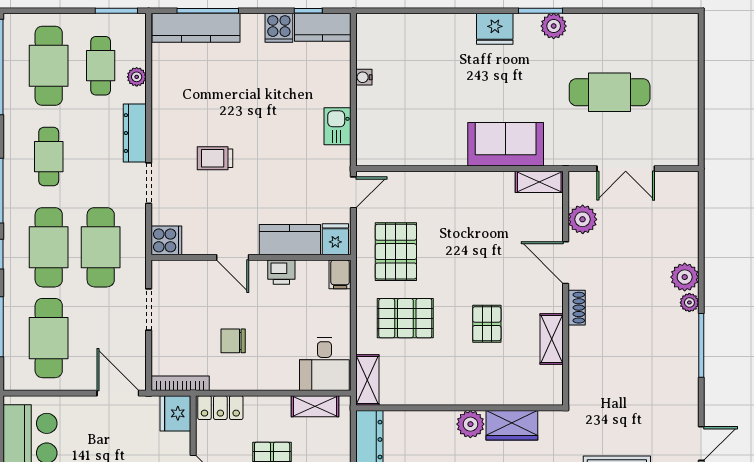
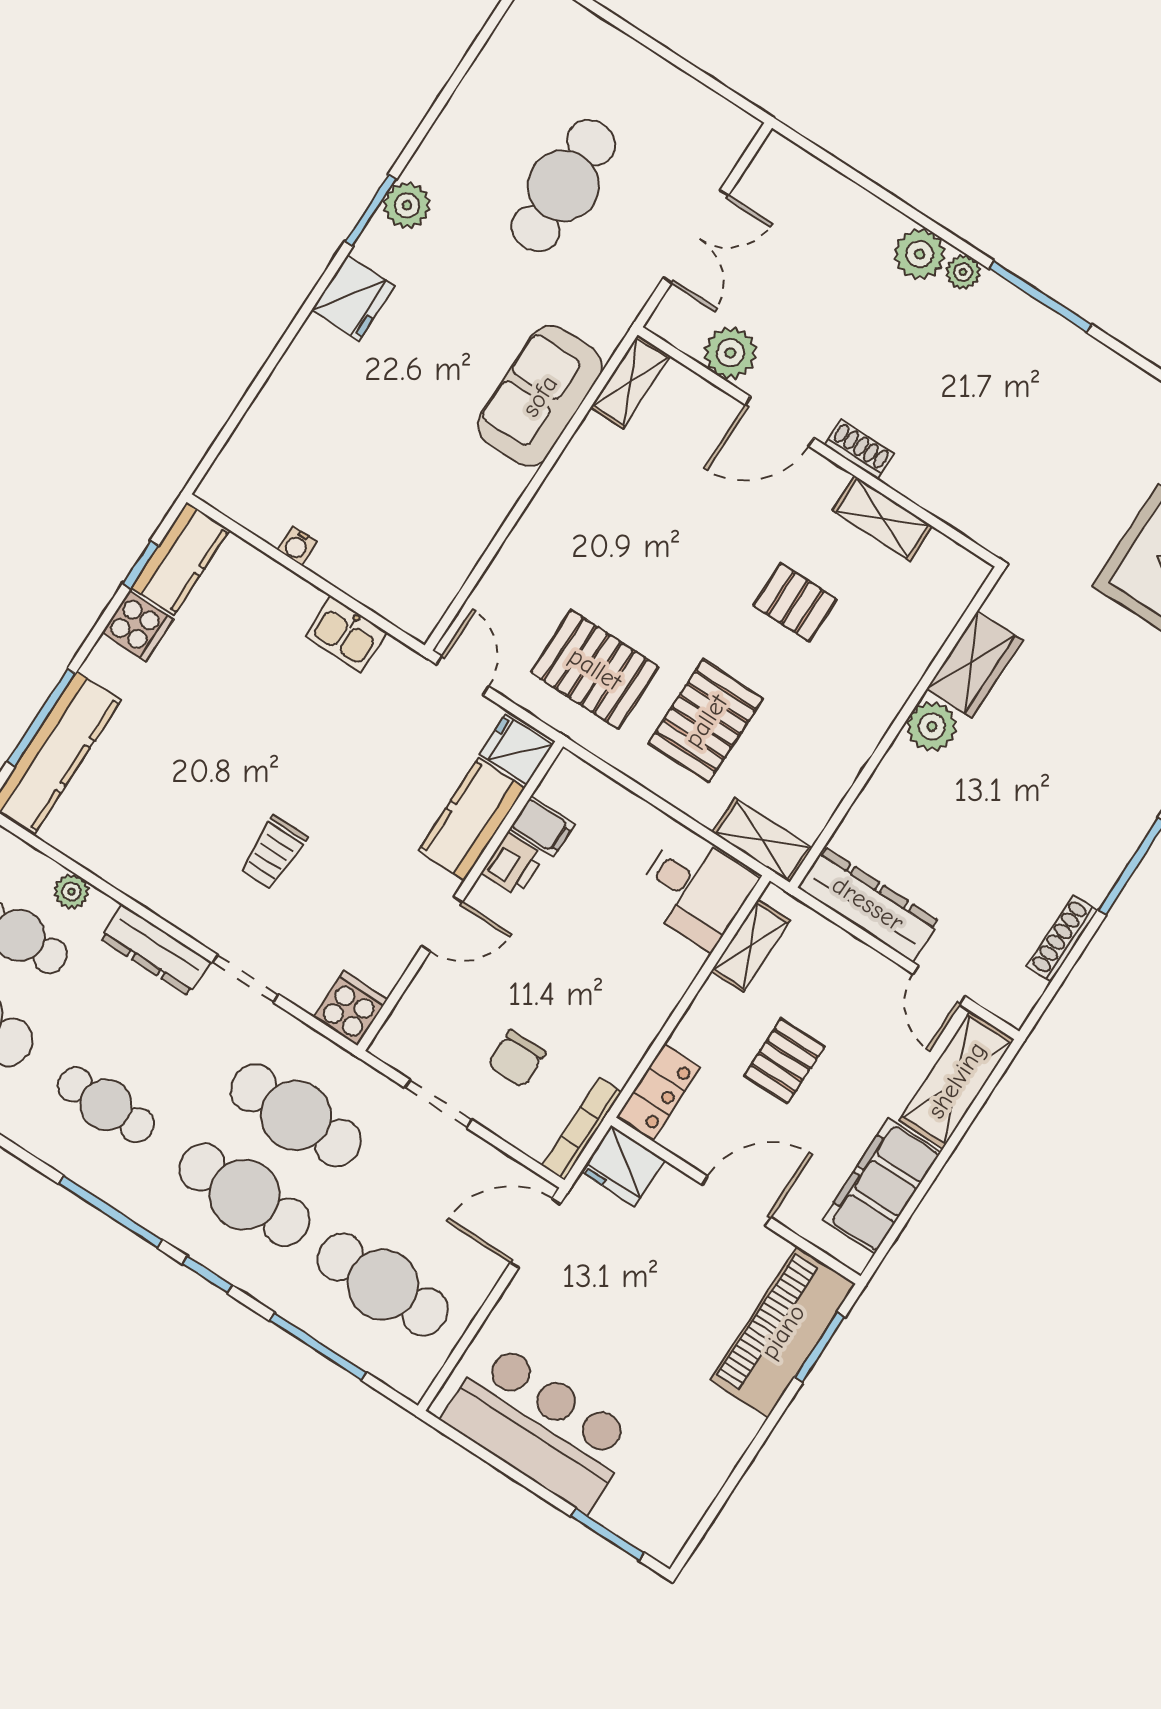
filing cabinet: (340, 274) -> (542, 827), moved
chair: (233, 341) -> (516, 1059), moved

